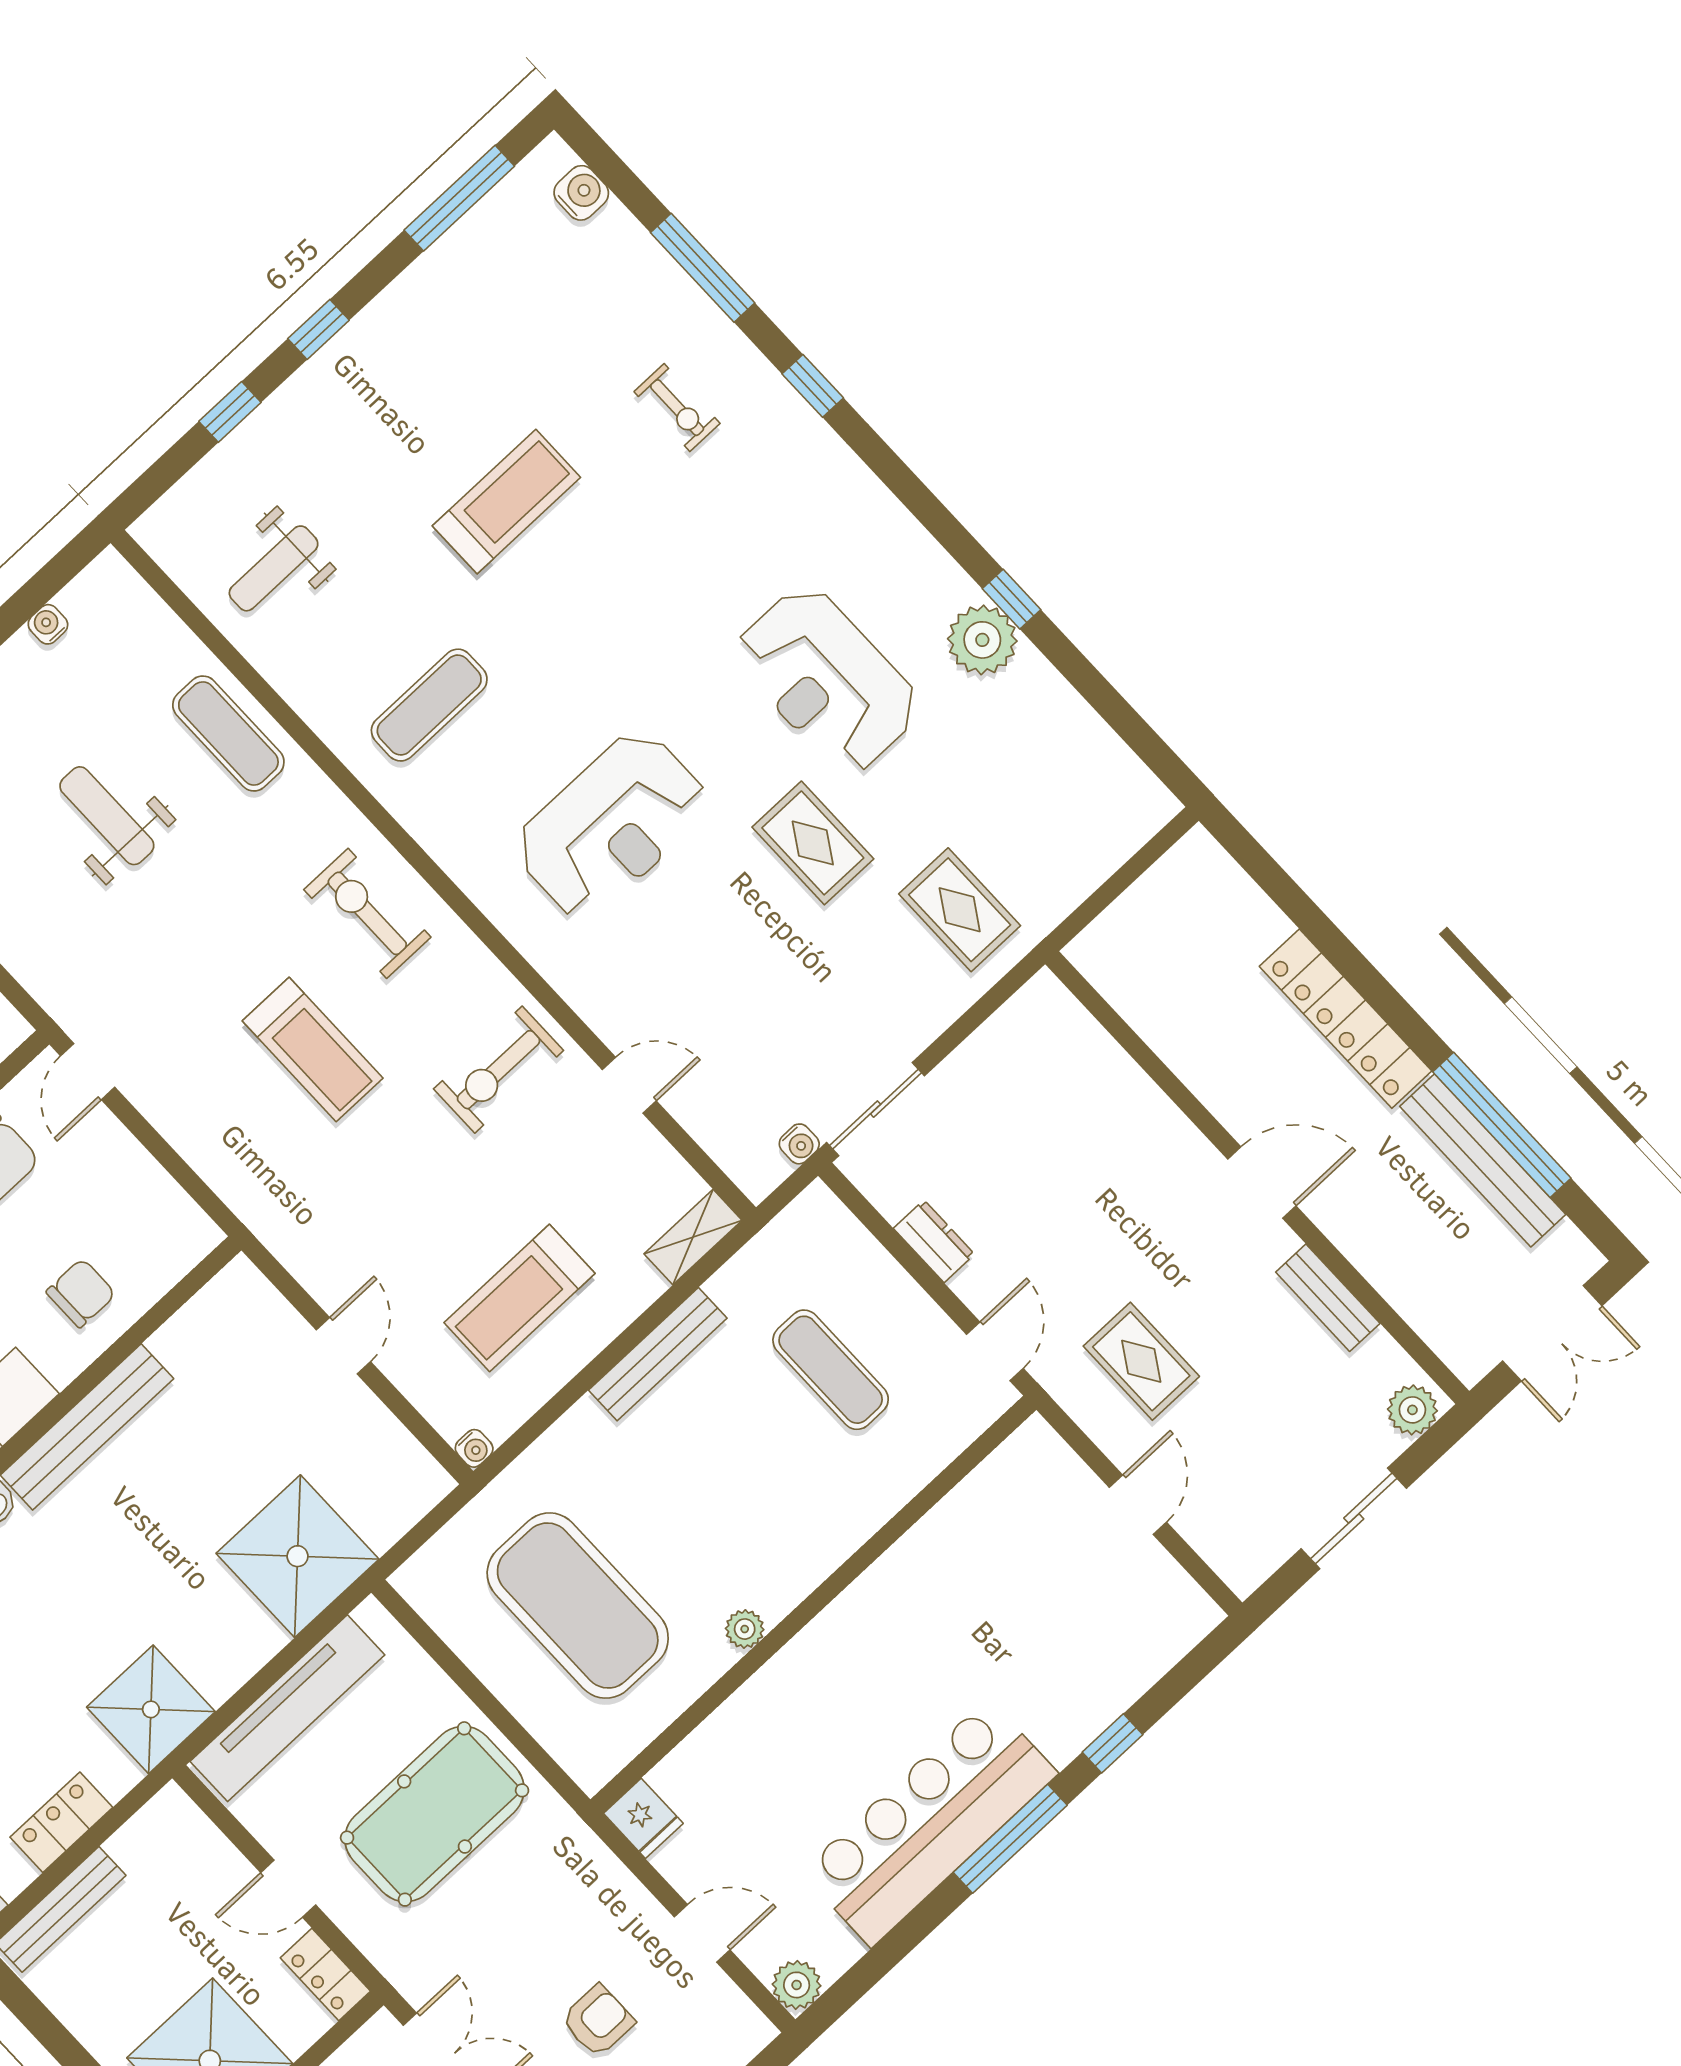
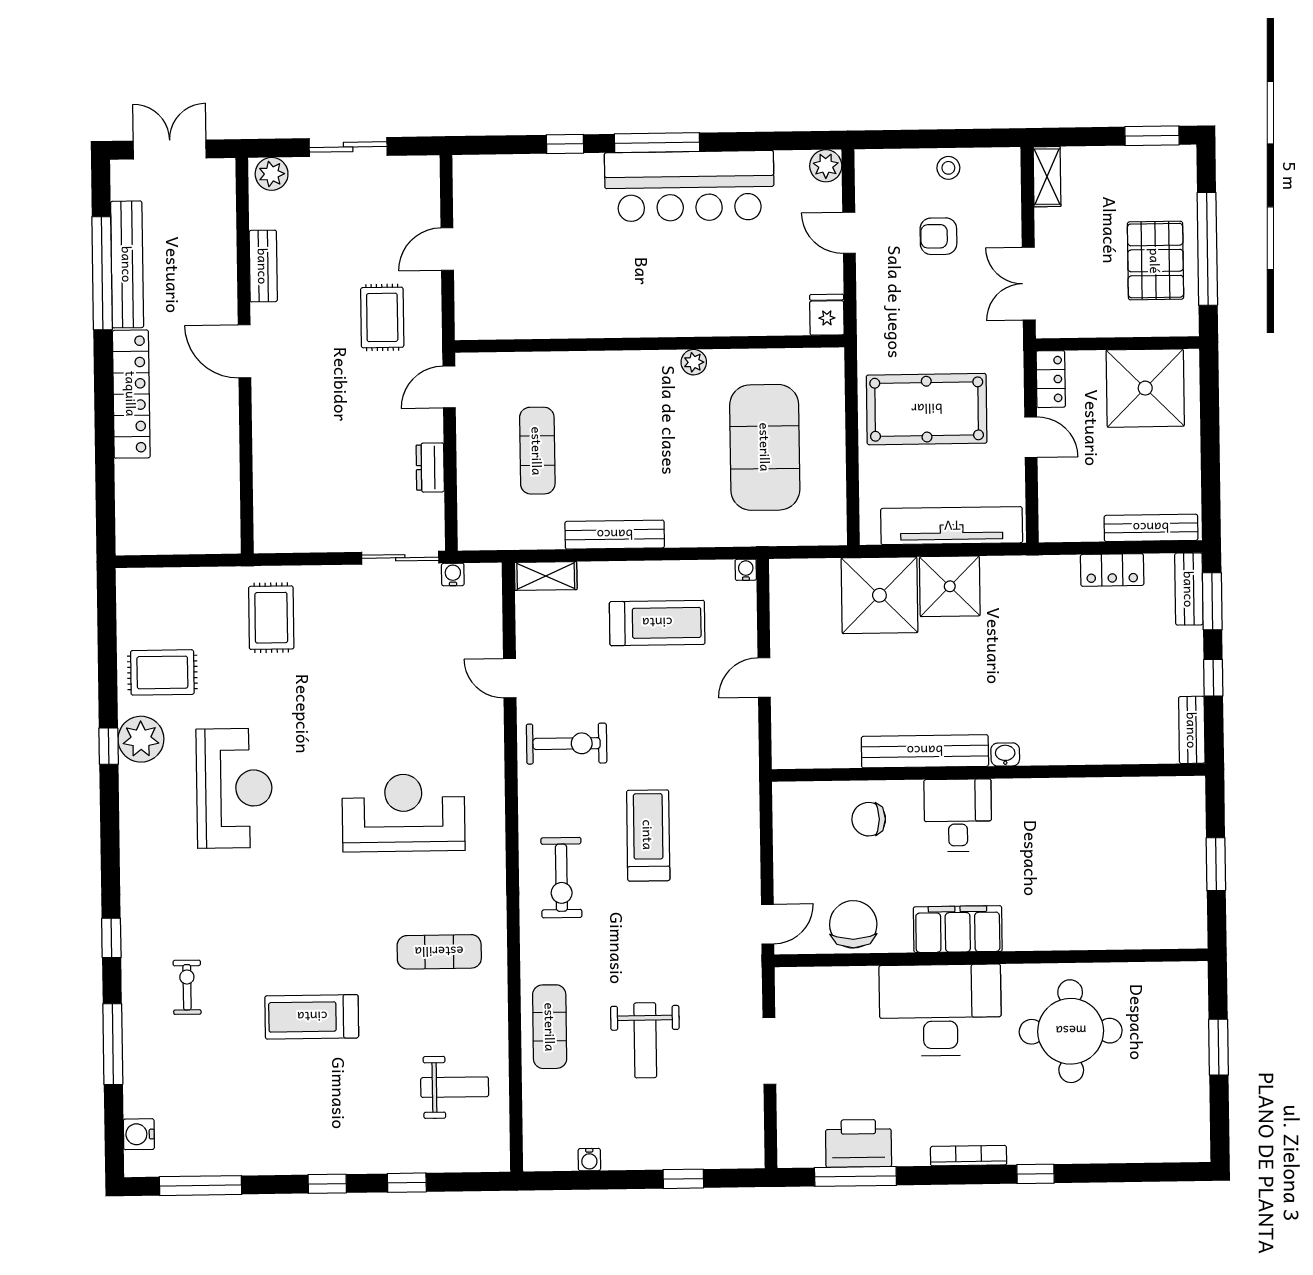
rug: (813, 843) -> (162, 672), moved, turned 90
shower: (151, 1709) -> (950, 586), moved

